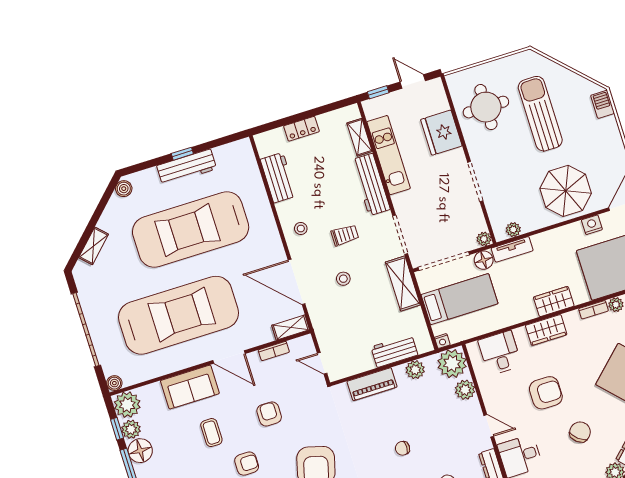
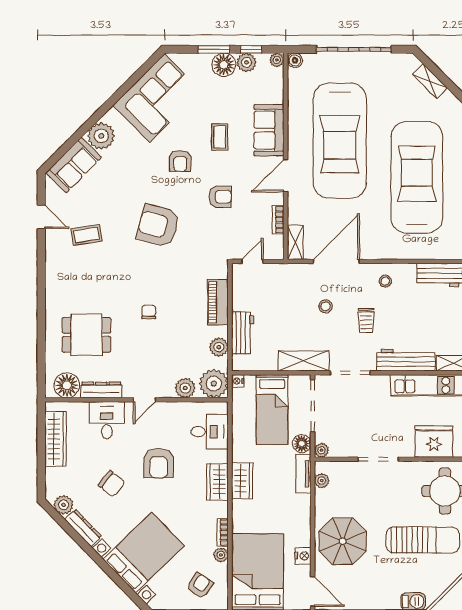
wardrobe: (554, 302) -> (242, 481), moved
plant: (127, 405) -> (277, 60), width x0.53, depth x0.53
coffee table: (211, 433) -> (220, 137), turned 90

